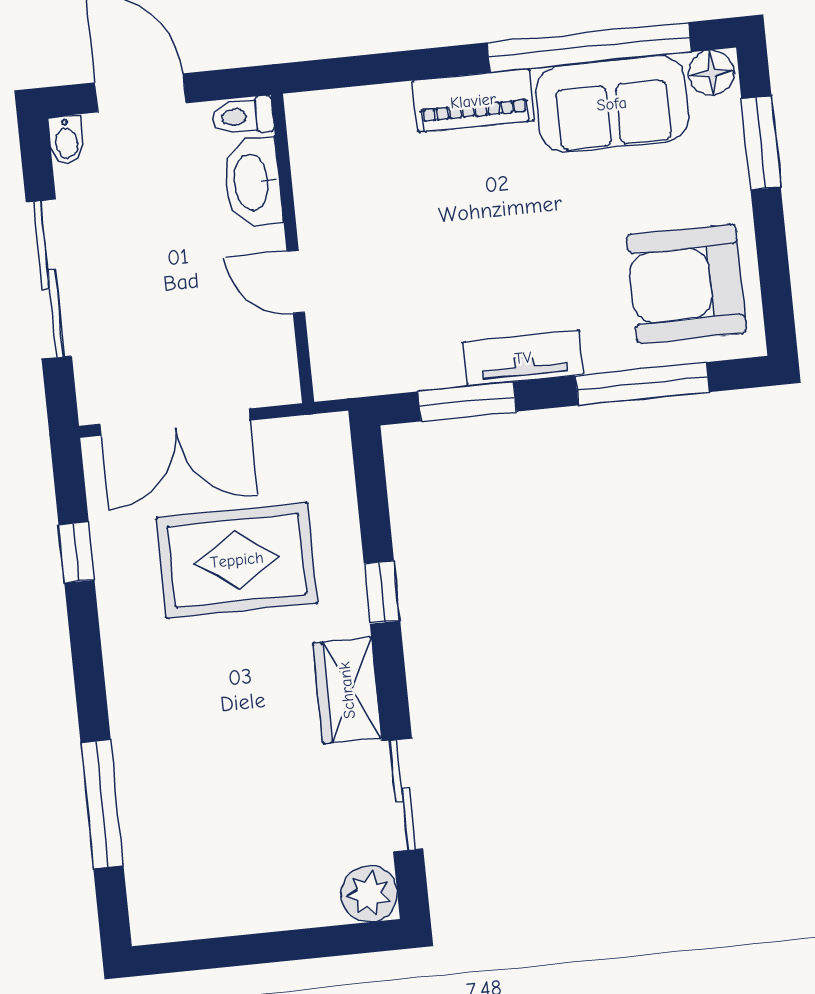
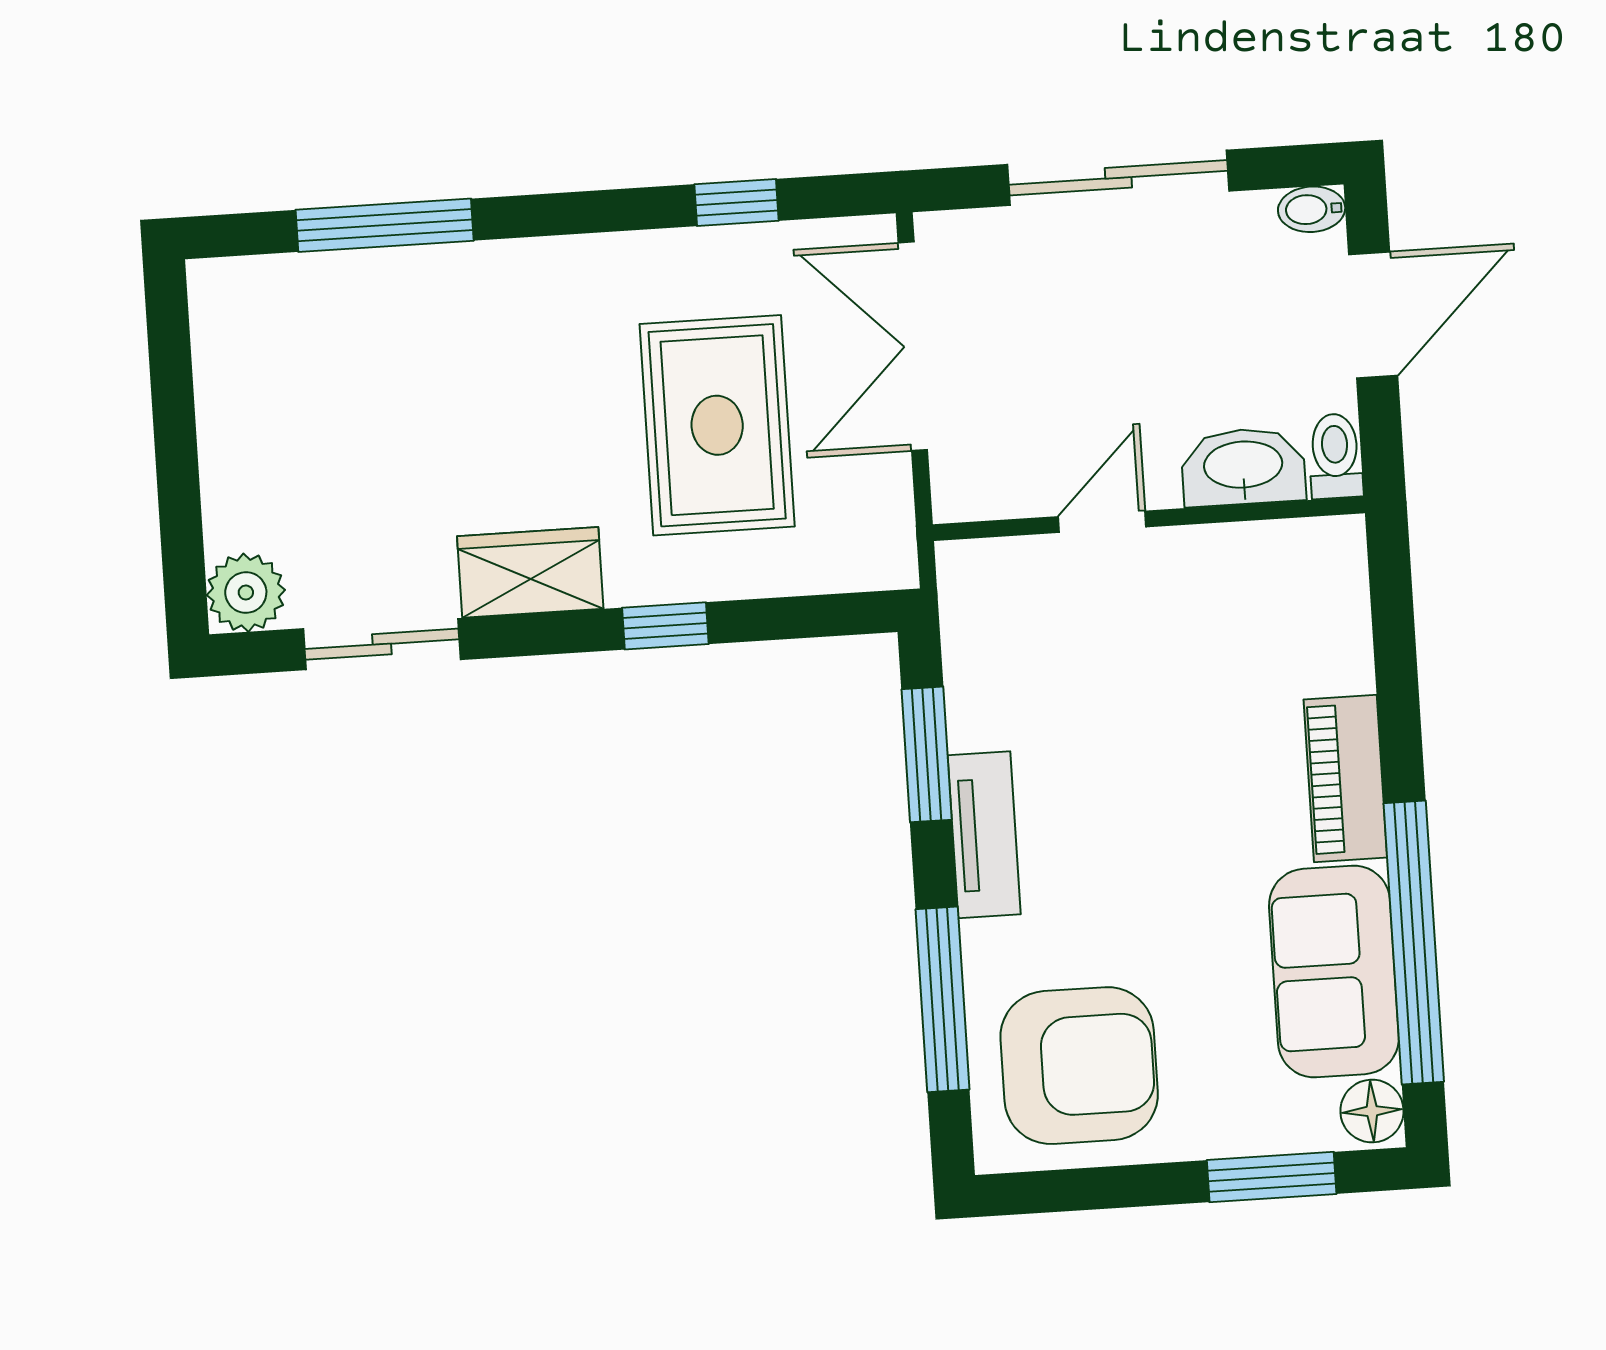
armchair: (686, 284) -> (1079, 1066), turned 90

